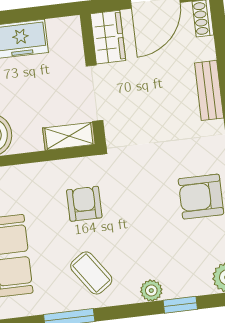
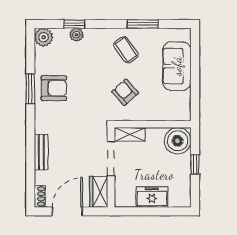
armchair: (84, 204) -> (125, 92), turned 138
plant: (151, 291) -> (76, 35), moved

